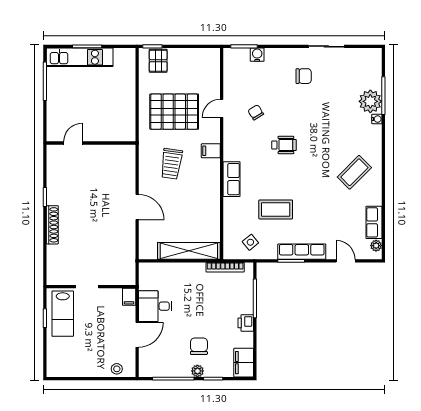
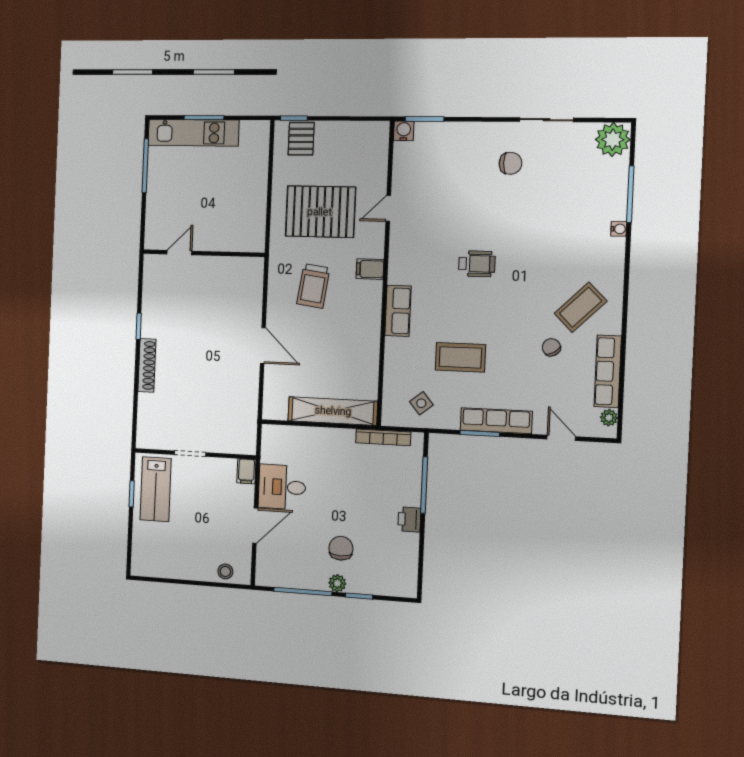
water cooler: (257, 55) -> (404, 131), moved
plant: (370, 101) -> (613, 140), moved
chair: (256, 112) -> (551, 347), moved
row of seats: (374, 222) -> (608, 371), width x1.48
filing cabinet: (244, 363) -> (404, 576), removed

